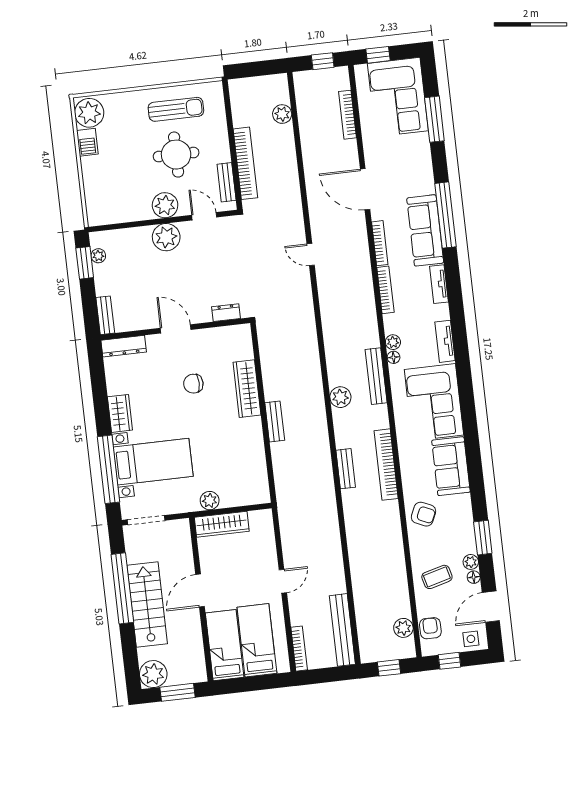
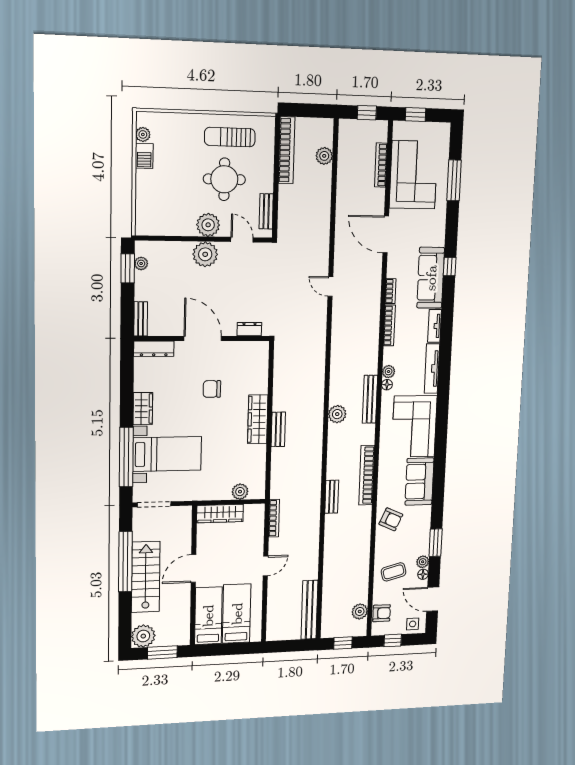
corner sofa: (398, 97) -> (413, 175), moved, turned 180
sun lounger: (176, 109) -> (230, 137), turned 180
plant: (89, 113) -> (143, 134), width x0.53, depth x0.53
bookcase: (245, 163) -> (287, 150), moved
window: (446, 215) -> (450, 267), width x0.32
bookcase: (380, 243) -> (391, 291), width x0.64
door: (176, 329) -> (203, 338), width x1.36
tv unit: (445, 341) -> (432, 368), width x1.41
wardrobe: (247, 389) -> (258, 419), moved
bench: (346, 469) -> (332, 497), moved
plant: (210, 501) -> (240, 492), moved
door: (491, 607) -> (433, 599), hinge flipped
armchair: (430, 628) -> (382, 613), turned 90
bookcase: (299, 649) -> (274, 518), moved

